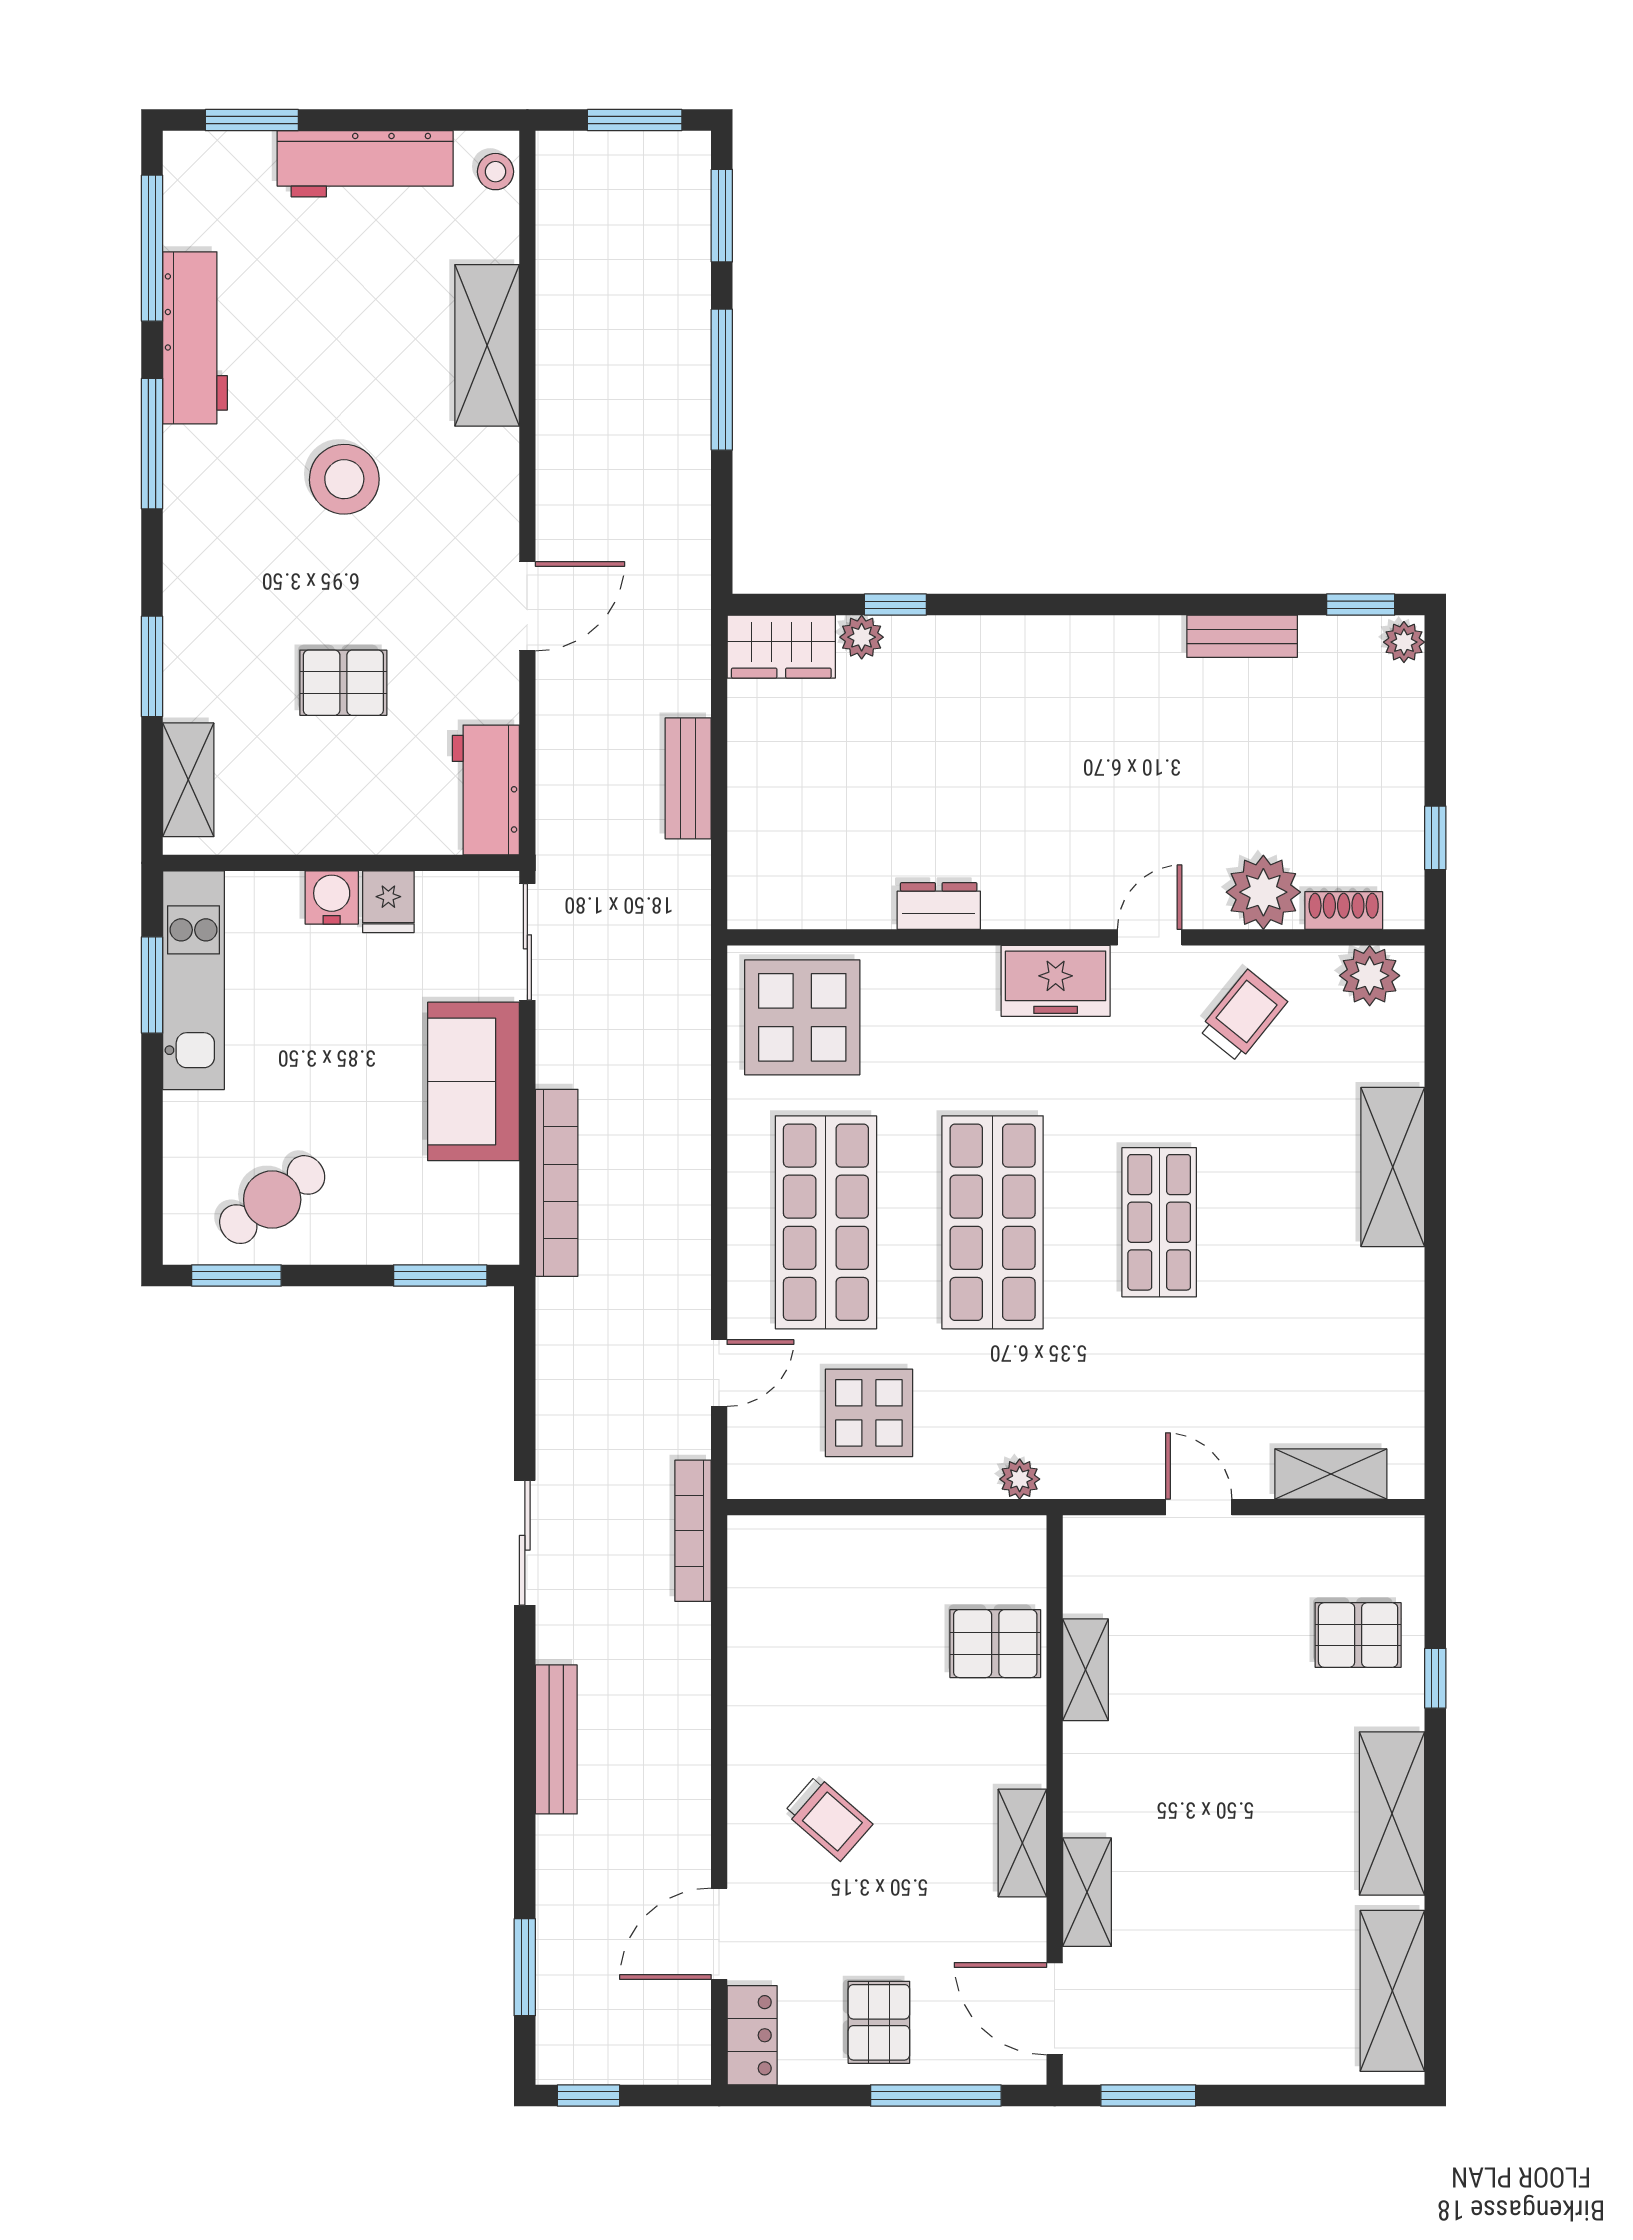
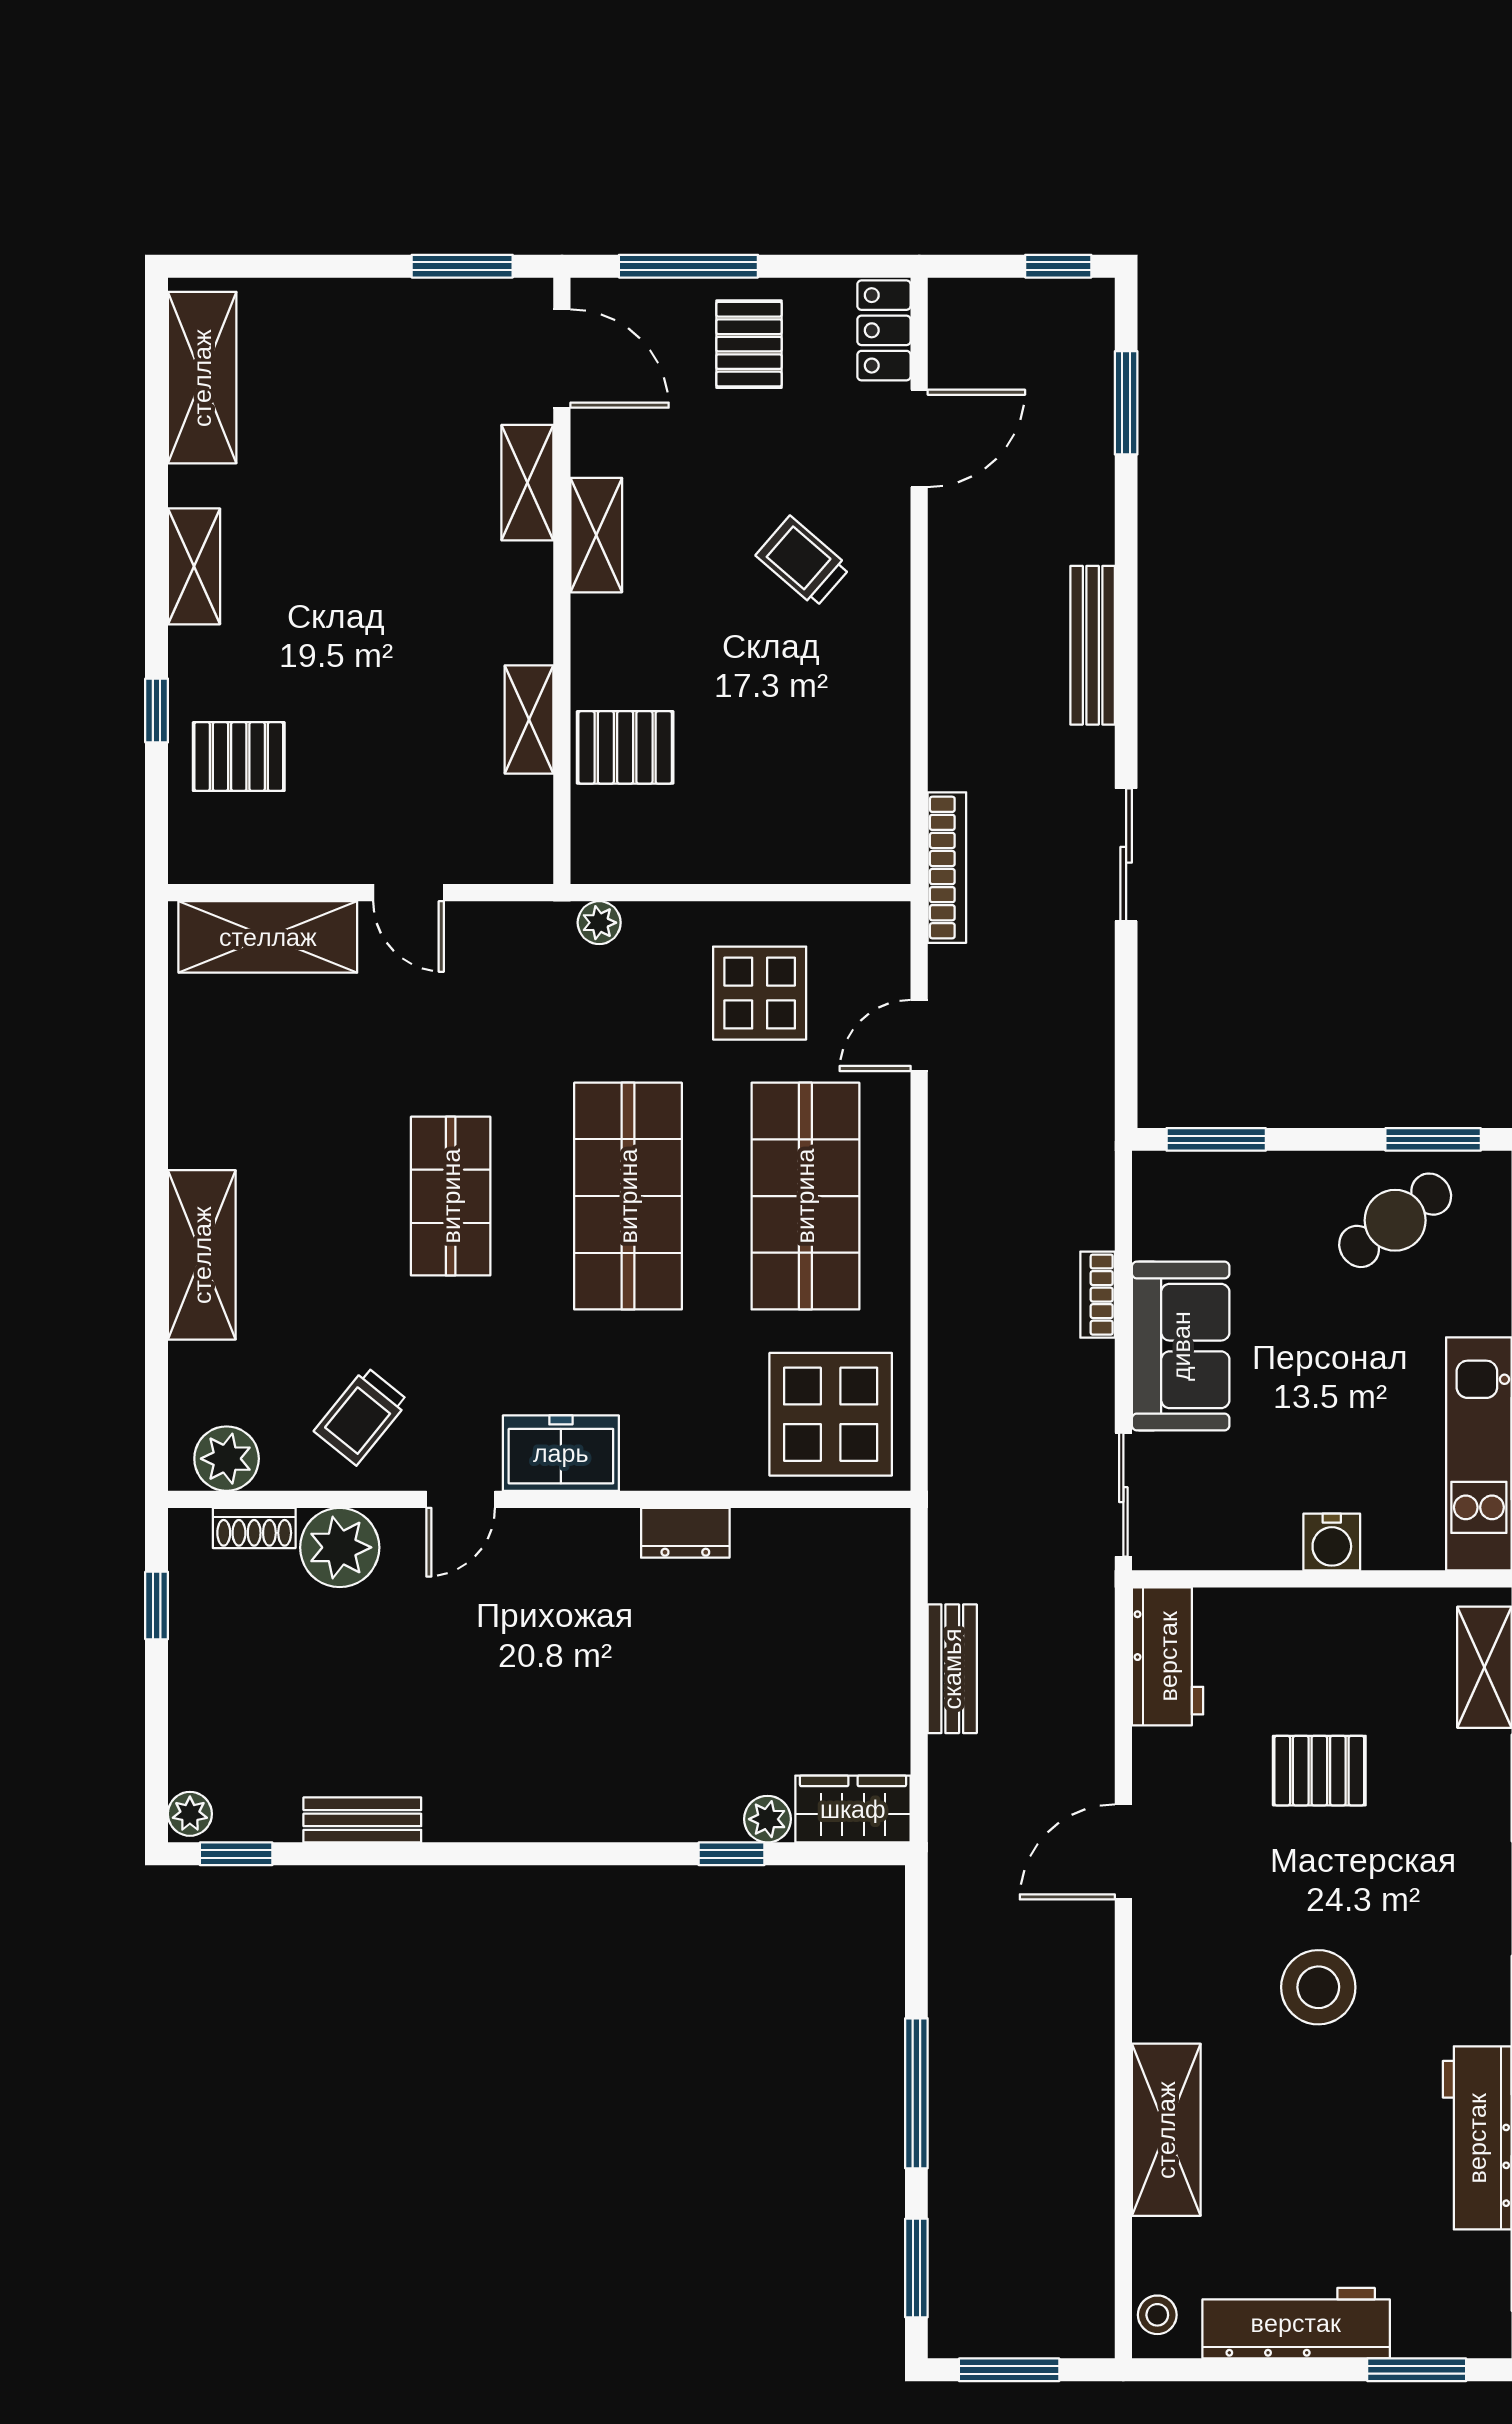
fridge: (388, 902) -> (1271, 1537), removed
bookcase: (557, 1183) -> (1098, 1295), width x0.43, depth x0.76
shelving: (1331, 1474) -> (268, 937), width x1.50, depth x1.33
shelving: (1392, 1814) -> (194, 566), width x0.67, depth x0.75

